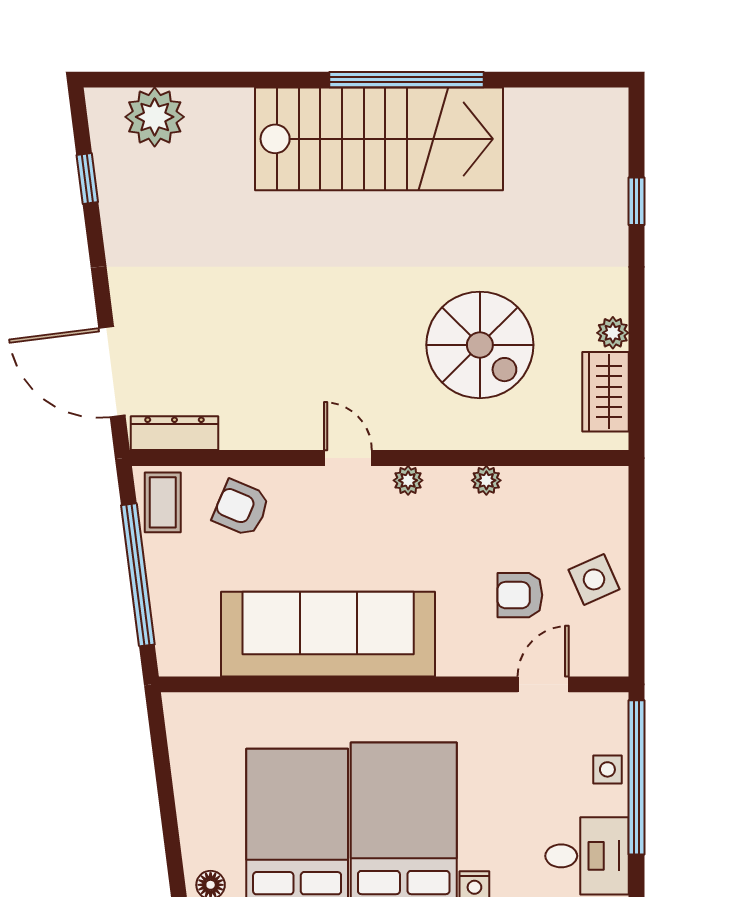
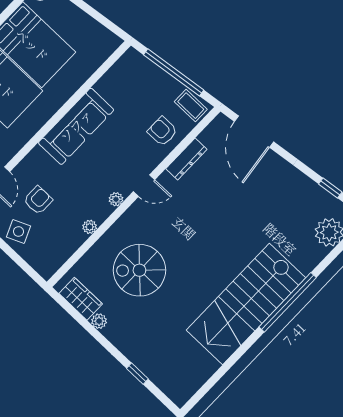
window: (406, 80) -> (288, 302), moved
door: (112, 372) -> (254, 132), swing flipped
dresser: (174, 433) -> (186, 159), moved
armchair: (241, 508) -> (162, 131), turned -113
sofa: (328, 634) -> (76, 126), width x0.74, depth x0.79

